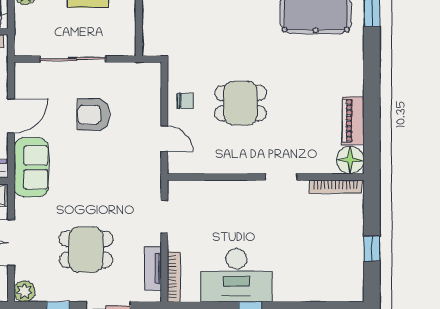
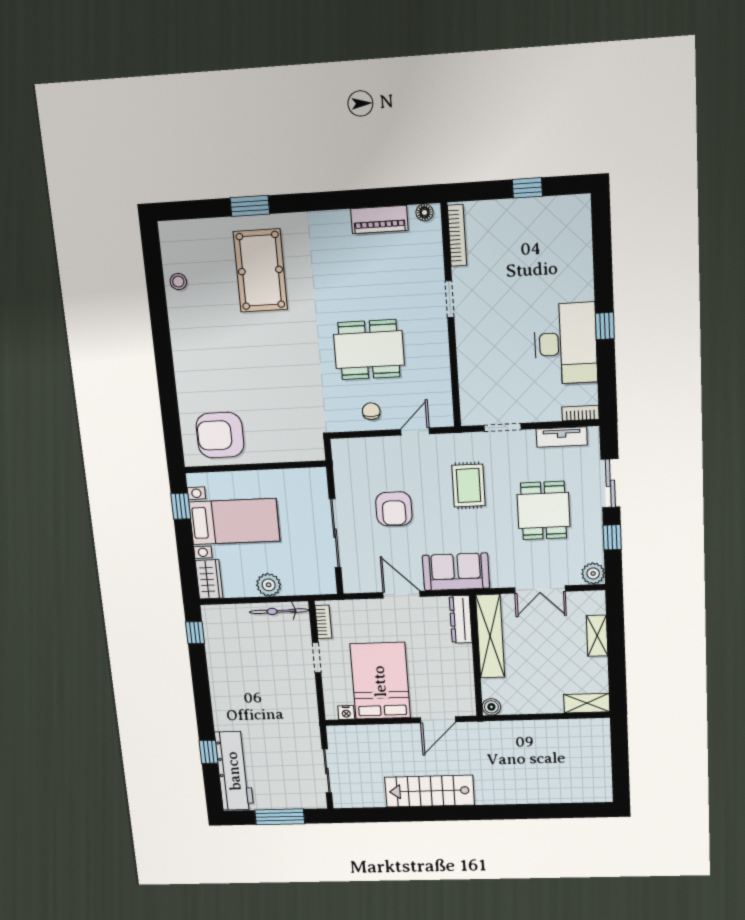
dining table: (241, 103) -> (369, 350), width x1.38
floor lamp: (350, 160) -> (425, 212), width x0.53, depth x0.53
rug: (112, 183) -> (468, 486), added
bookcase: (174, 277) -> (580, 413), width x0.64

